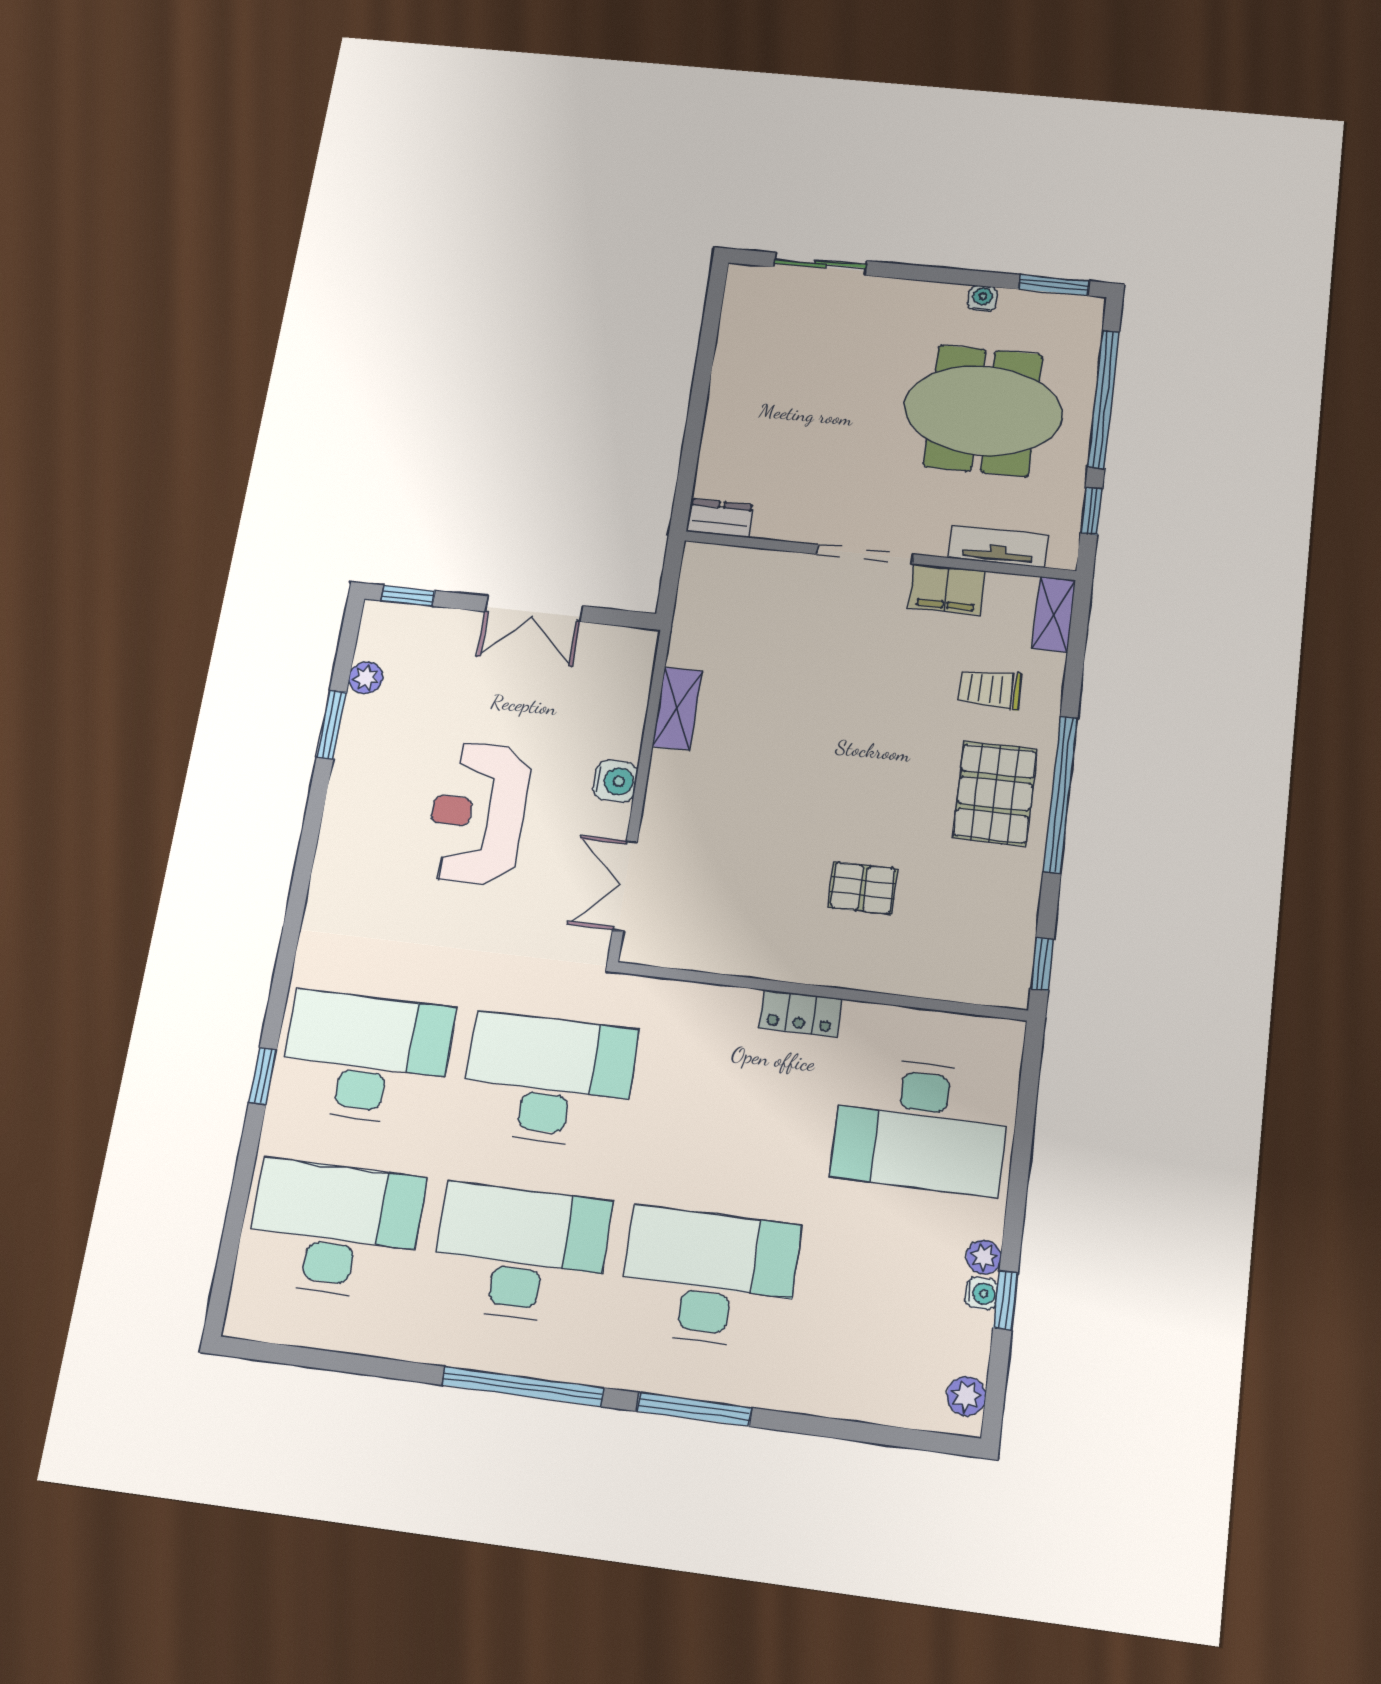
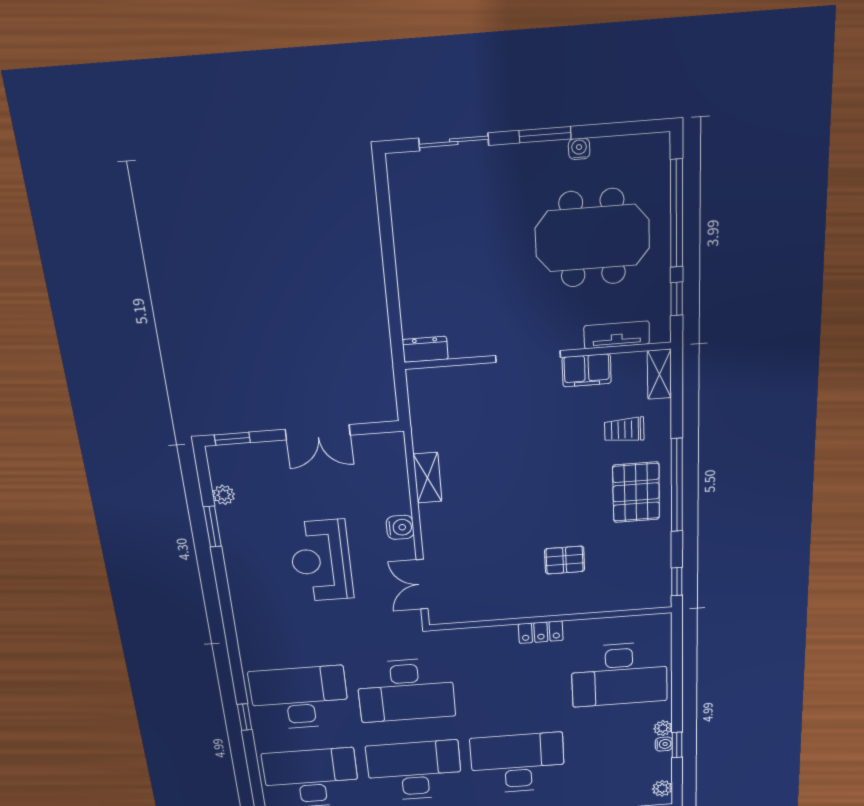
window: (1054, 285) -> (545, 135), moved
desk: (548, 1080) -> (406, 690), turned 180

